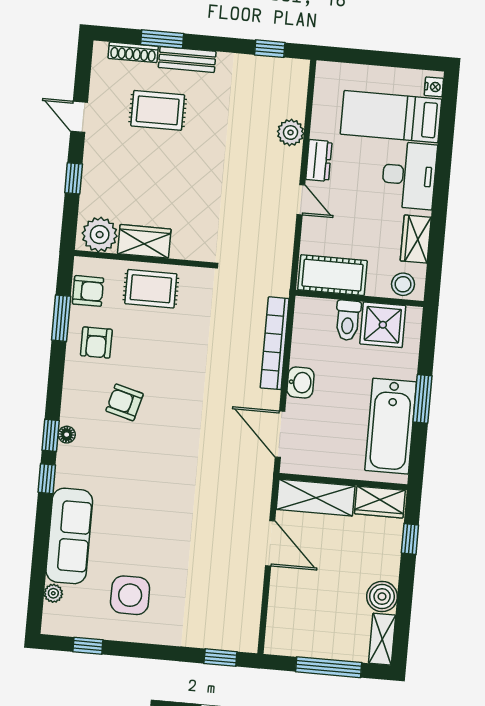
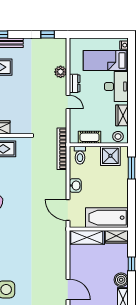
cot: (332, 275) -> (90, 137), width x0.73, depth x0.75
toilet: (348, 320) -> (80, 155), moved
bookcase: (275, 343) -> (62, 149), moved
window: (422, 399) -> (132, 168), moved
bathtub: (391, 426) -> (107, 218), moved, turned 90
window: (410, 539) -> (132, 264), moved
door: (270, 543) -> (68, 289), moved

